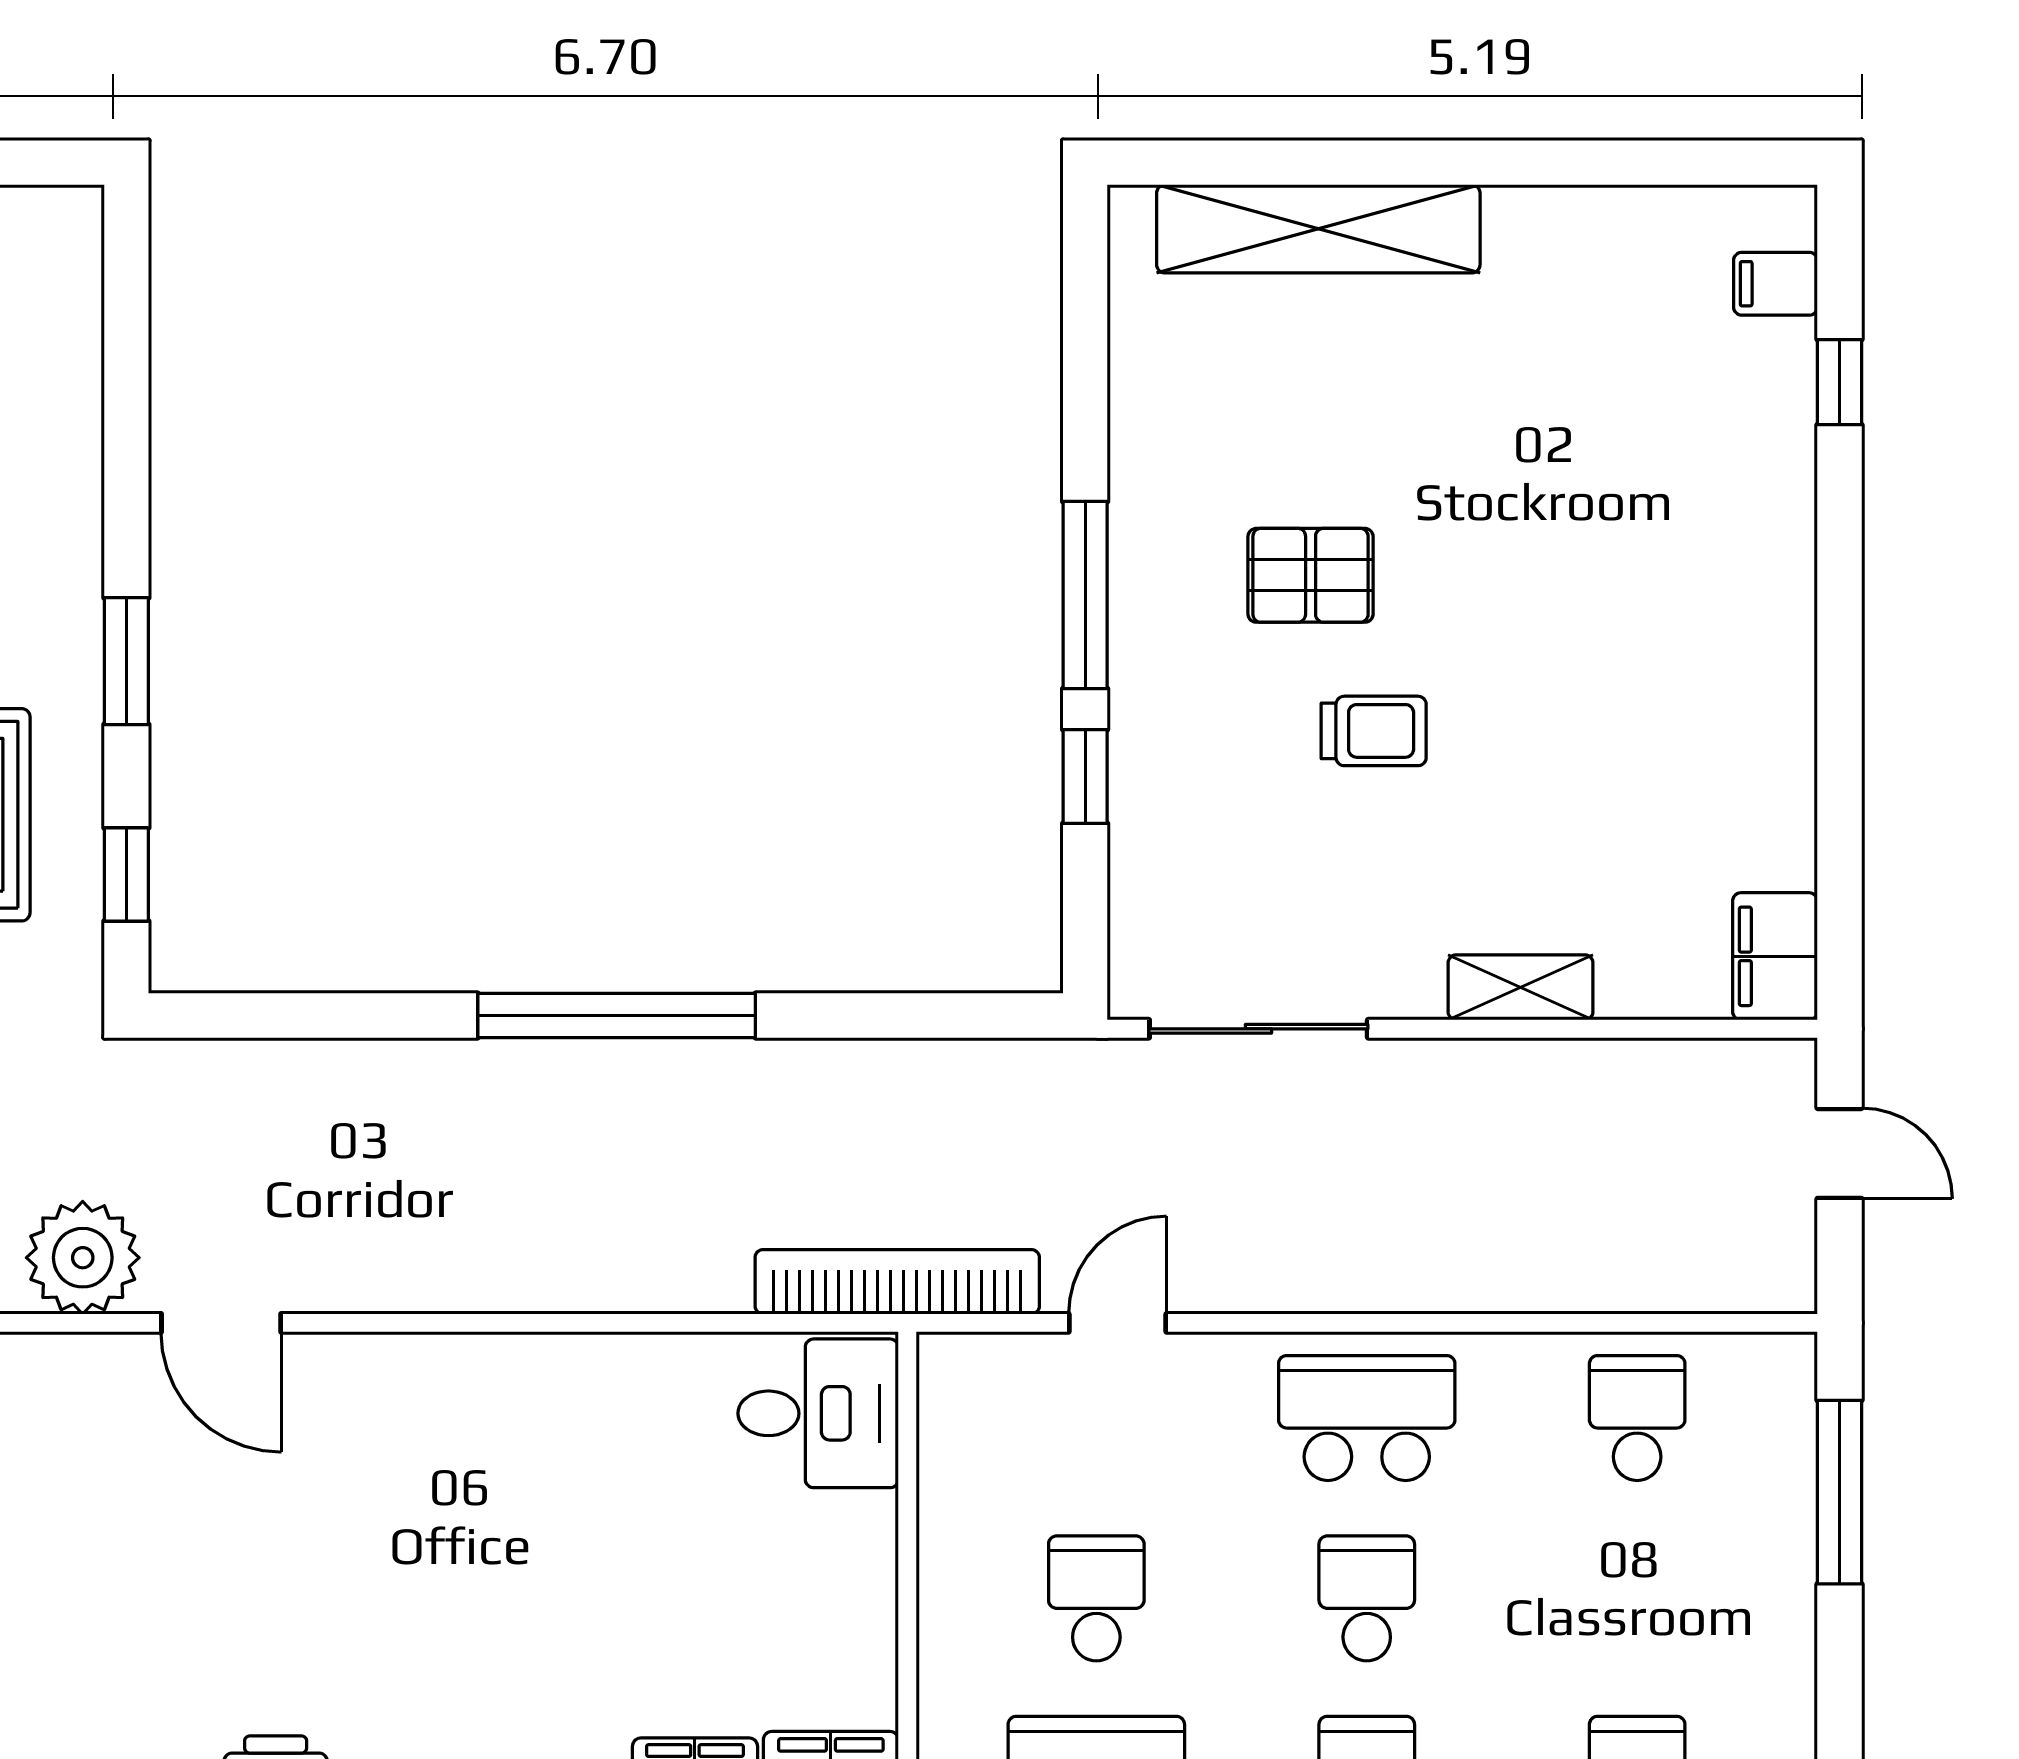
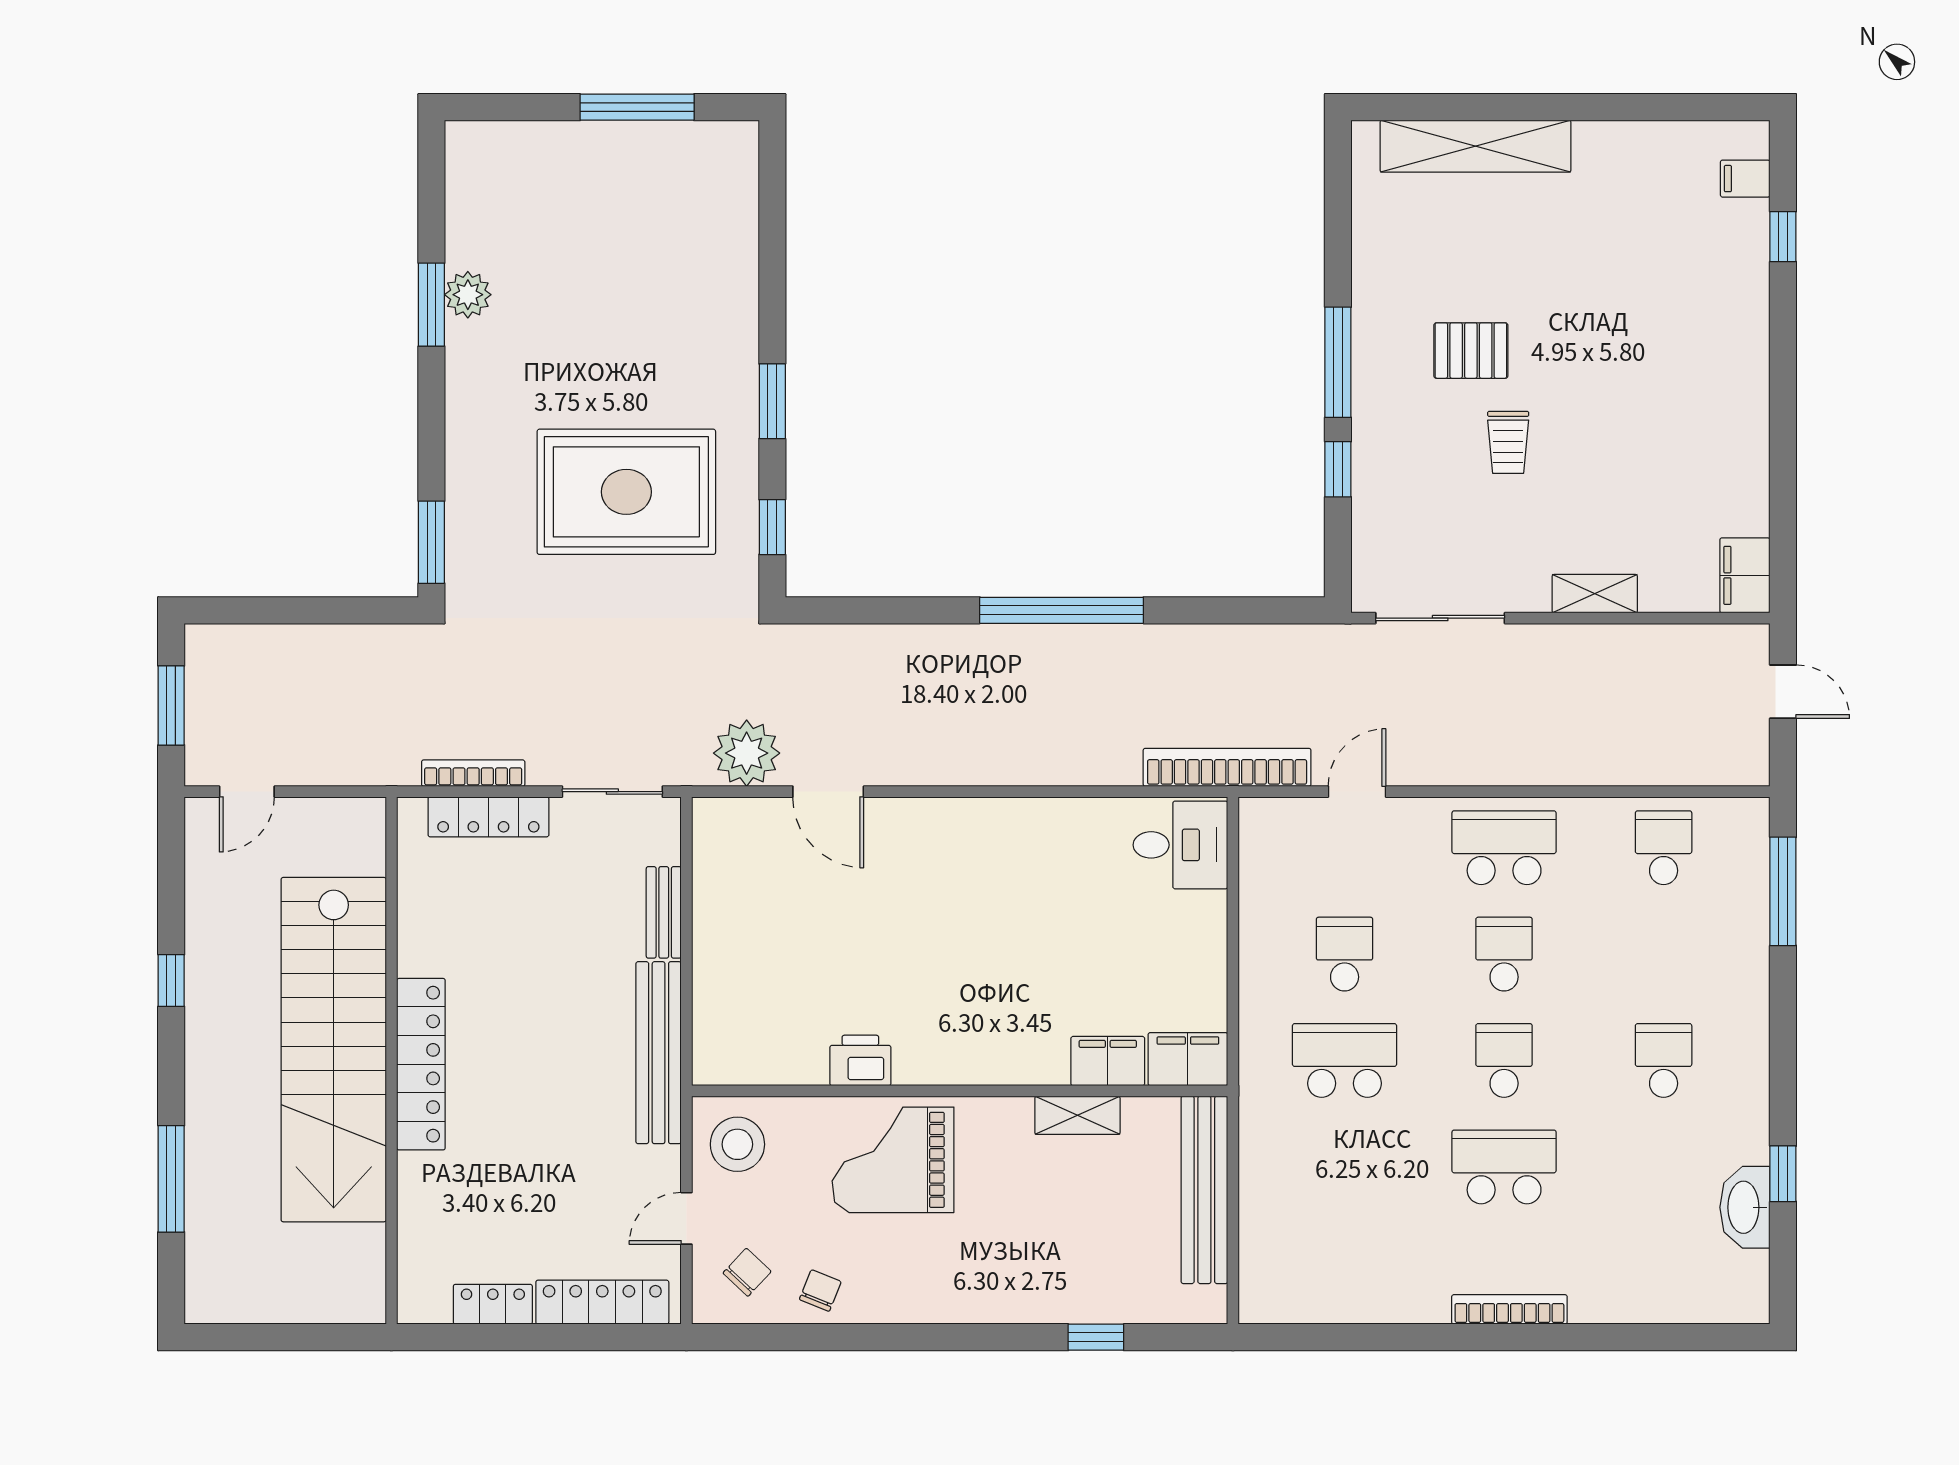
trolley: (1374, 731) -> (1508, 442), turned 90

